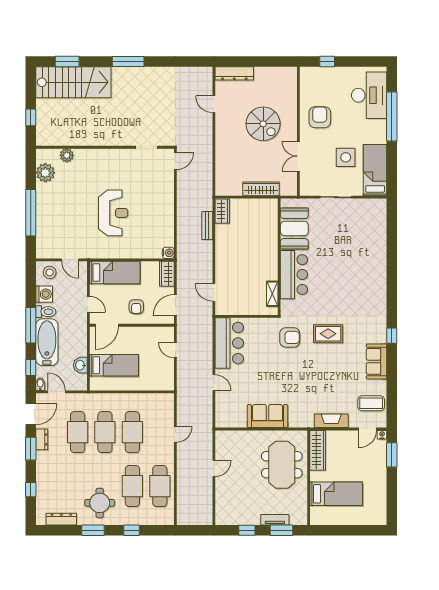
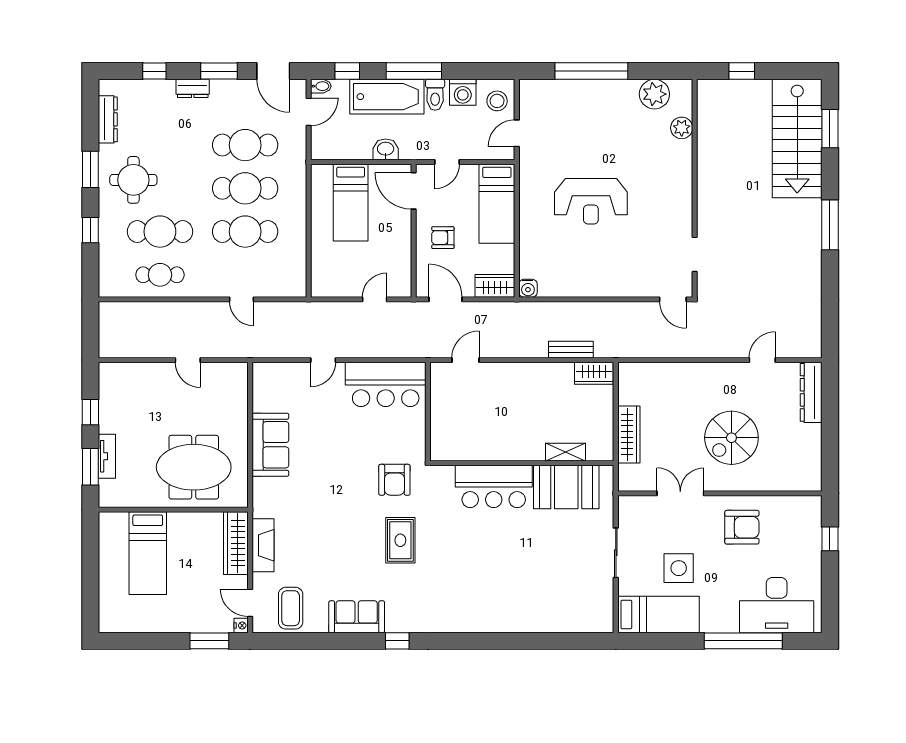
shelving: (272, 294) -> (566, 452), moved
washbasin: (80, 365) -> (386, 149), moved
dresser: (42, 439) -> (193, 88), moved
wardrobe: (318, 450) -> (236, 543), moved, turned 90
cafe table: (160, 486) -> (160, 275), width x0.73, depth x0.74

